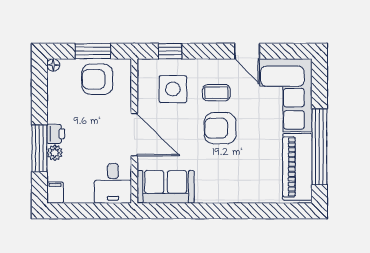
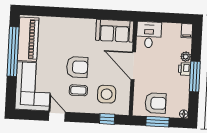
window: (39, 148) -> (195, 77), moved

